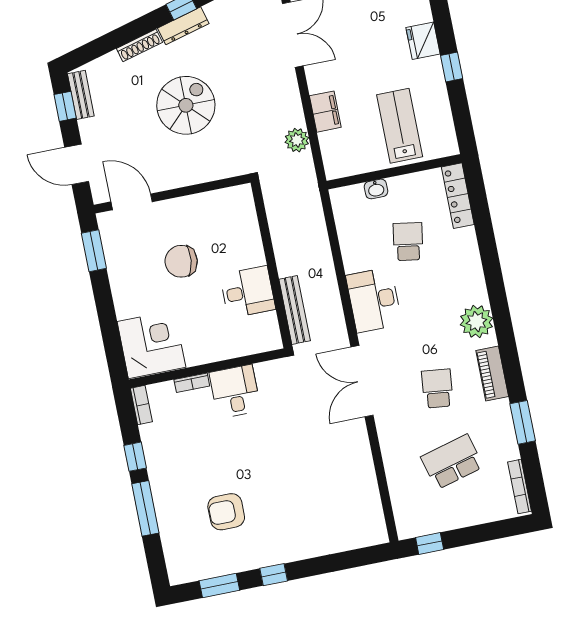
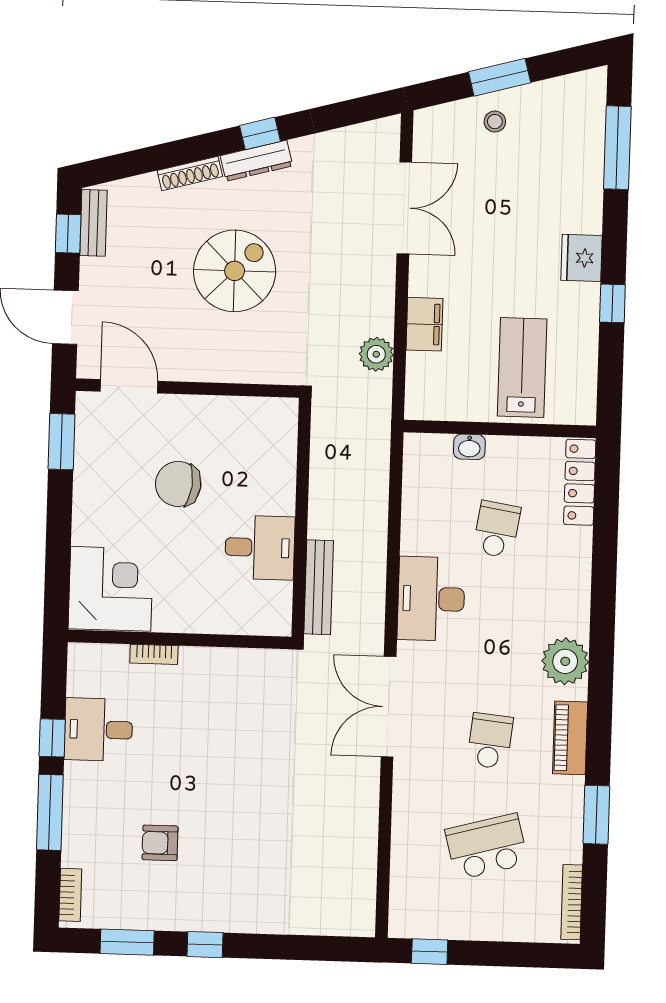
desk: (235, 391) -> (99, 730), moved, turned -90
bookcase: (141, 405) -> (70, 895), moved
armchair: (226, 512) -> (160, 843), width x0.72, depth x0.72

